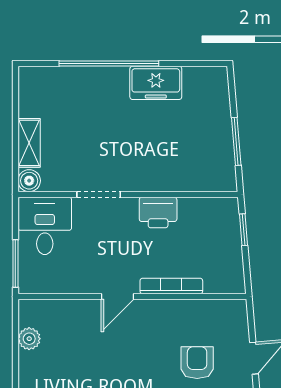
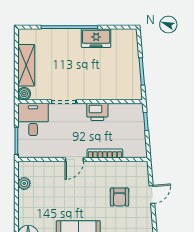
shelving: (29, 143) -> (26, 65), width x1.50, depth x1.33
armchair: (197, 363) -> (119, 197), turned 180

